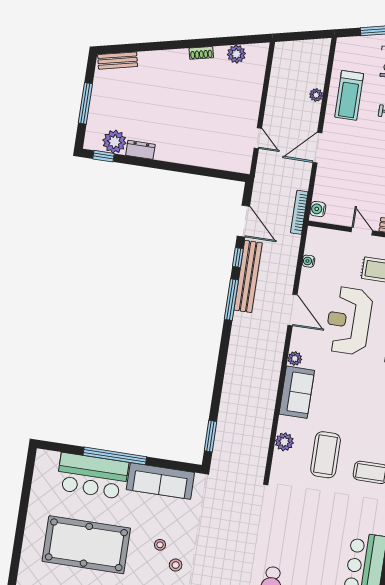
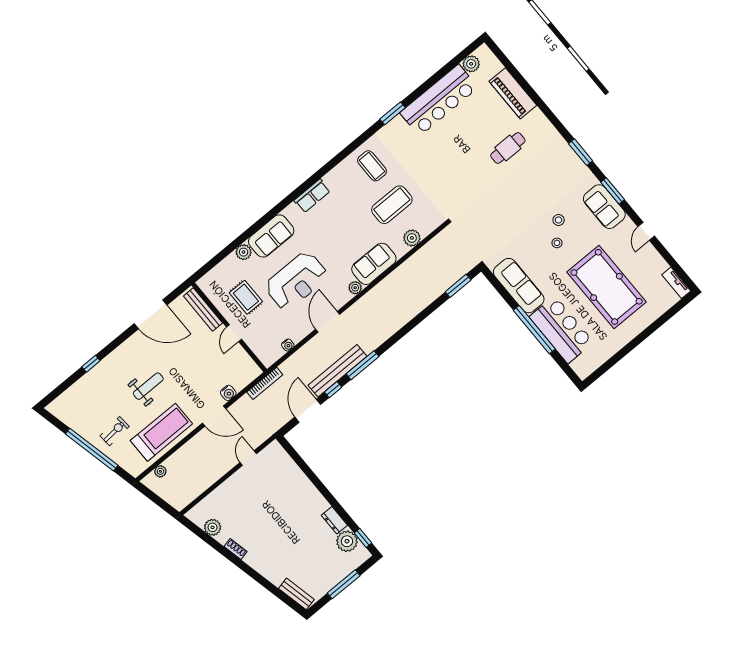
plant: (316, 95) -> (160, 471), moved
treadmill: (349, 95) -> (161, 432), width x1.37, depth x1.38
water cooler: (318, 209) -> (228, 393), moved

